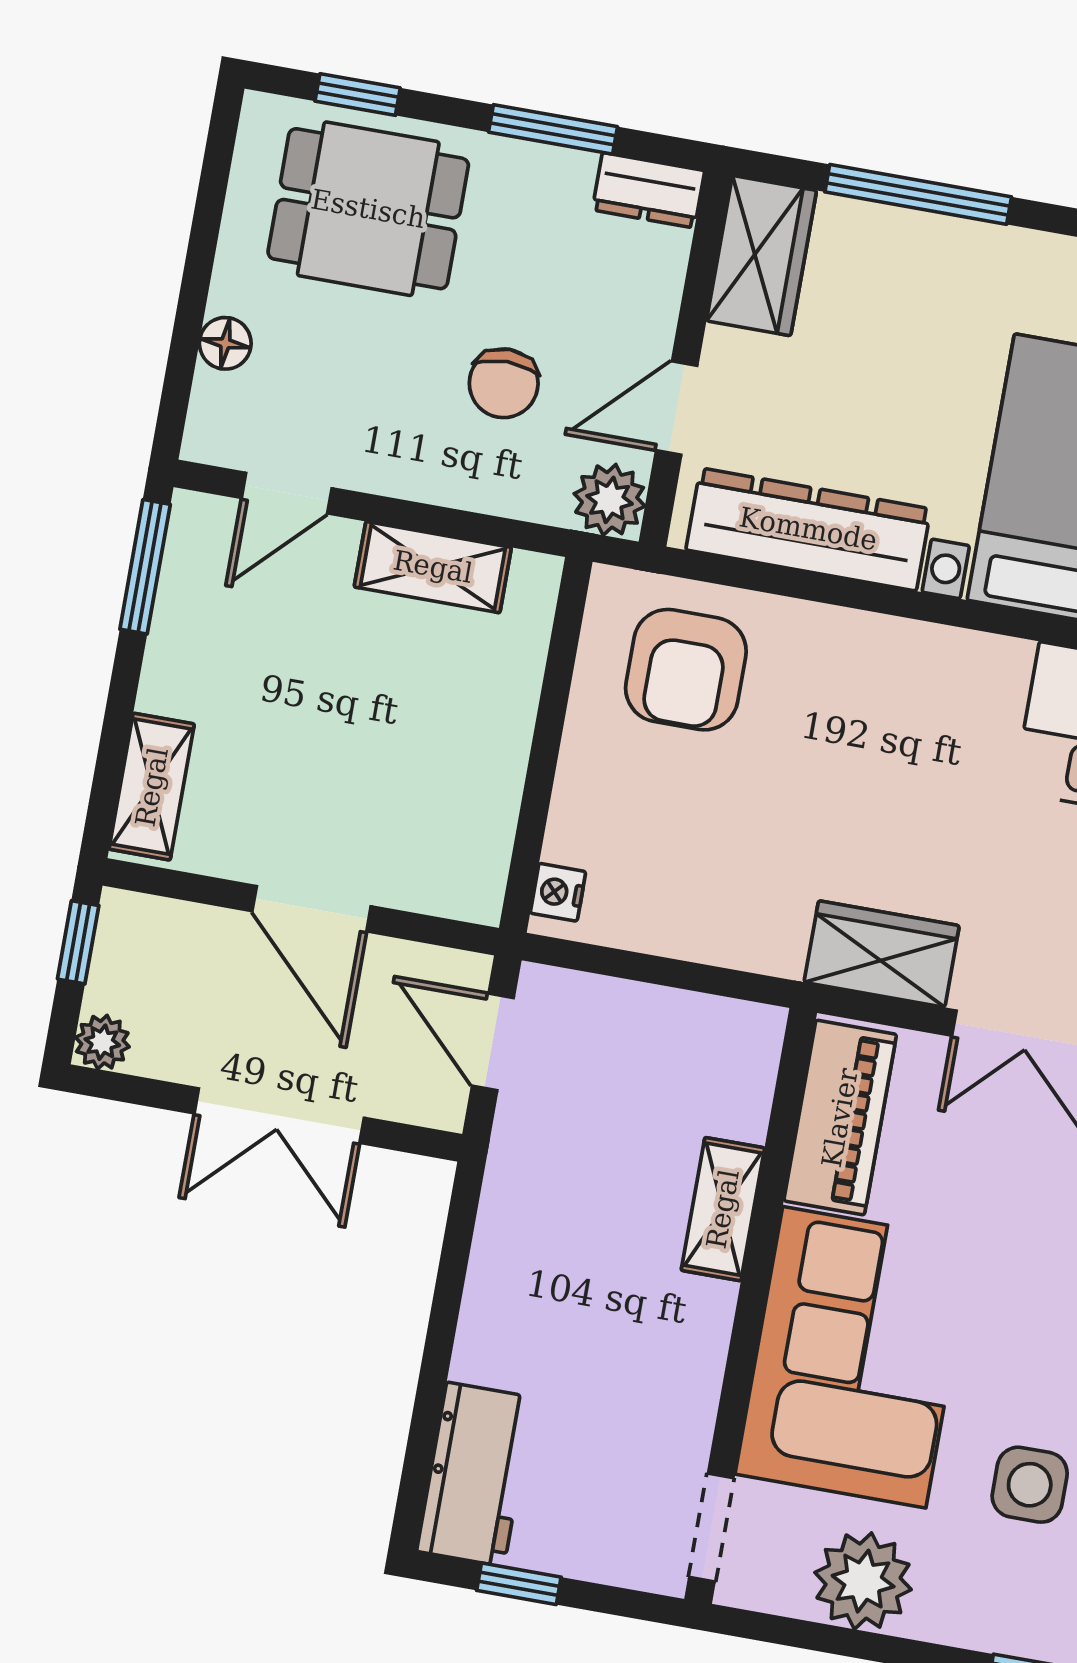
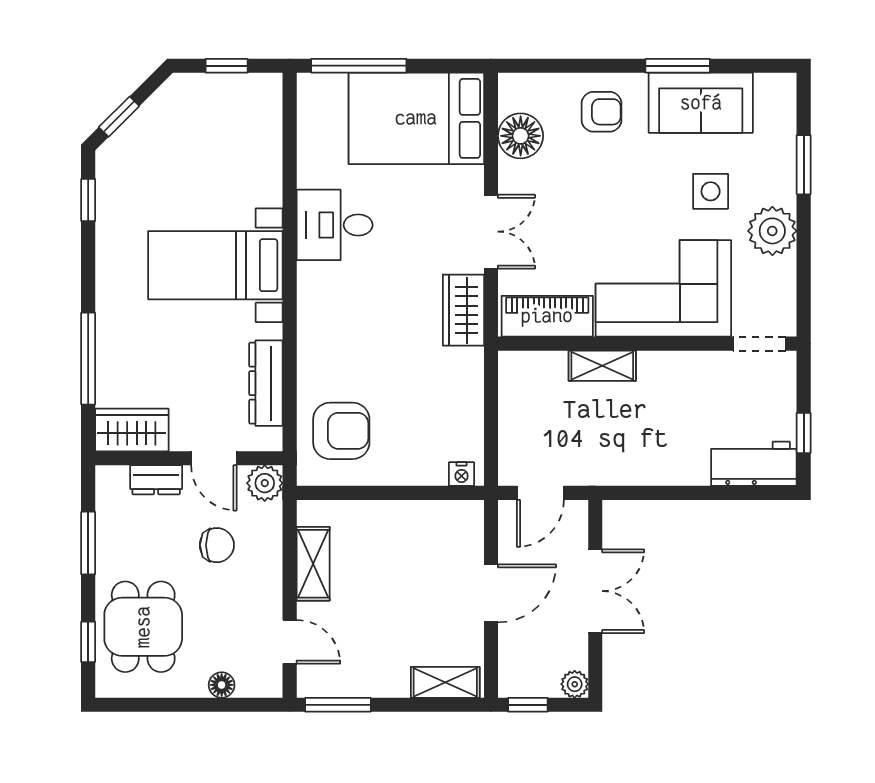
dresser: (648, 190) -> (156, 480), moved, turned 90
dresser: (808, 529) -> (266, 383), width x0.73, depth x0.80
plant: (863, 1581) -> (772, 231), moved

